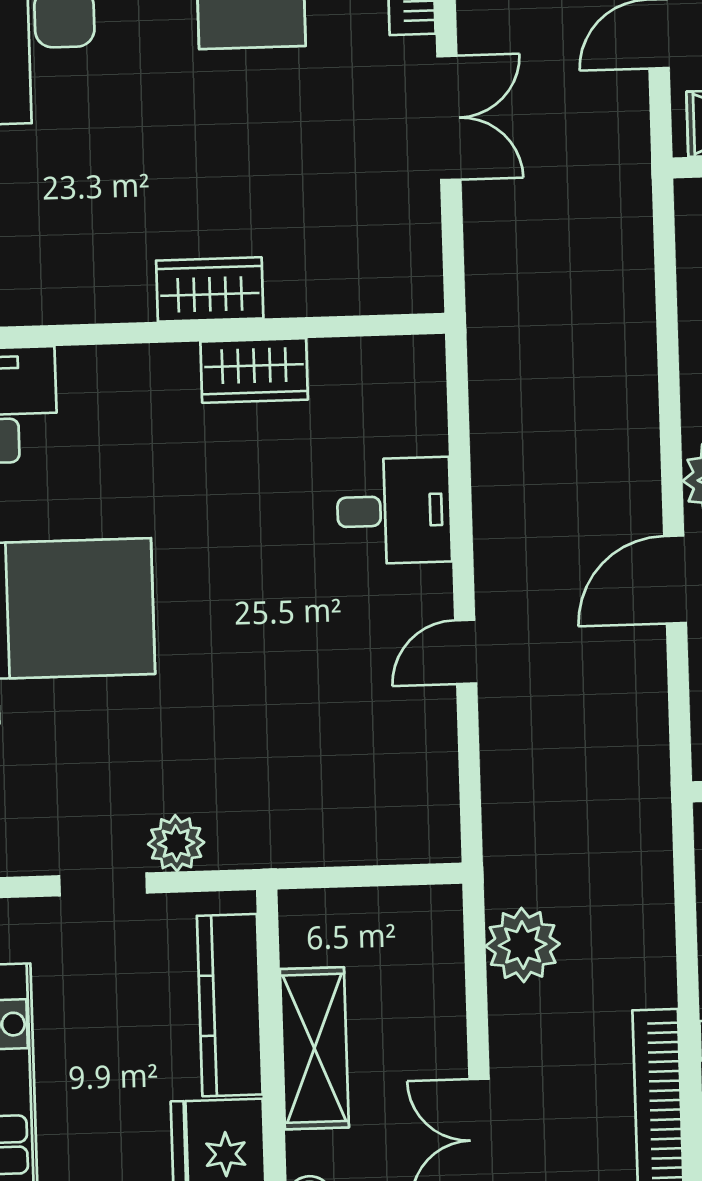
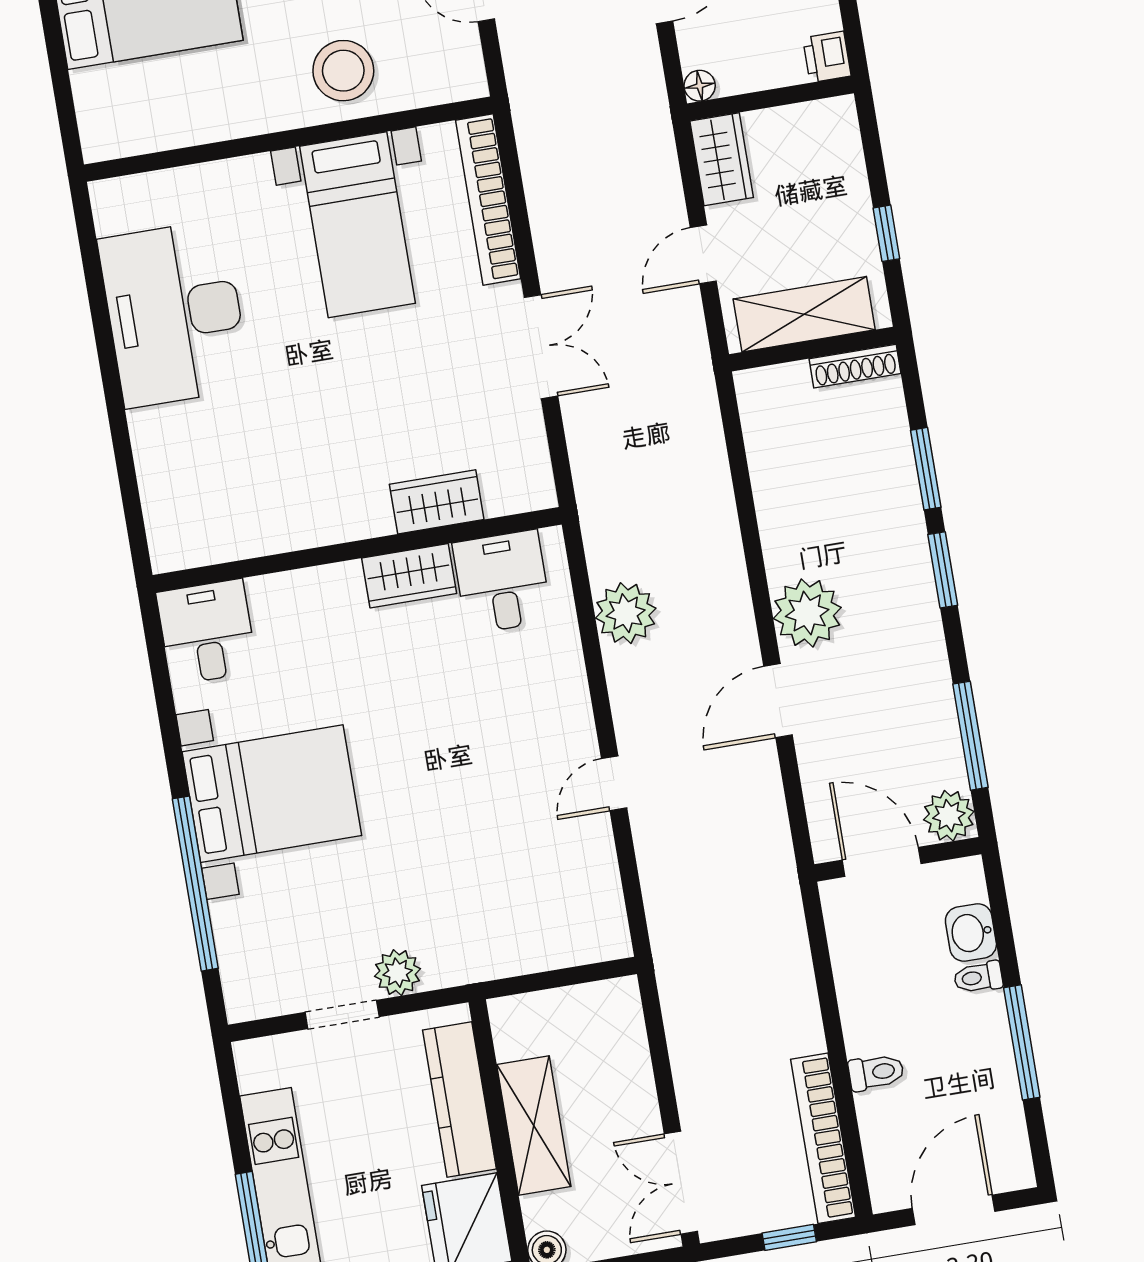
wardrobe: (210, 289) -> (437, 502), moved
desk: (394, 511) -> (502, 582), moved, turned -90
plant: (523, 945) -> (626, 613), moved

